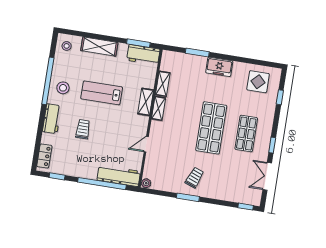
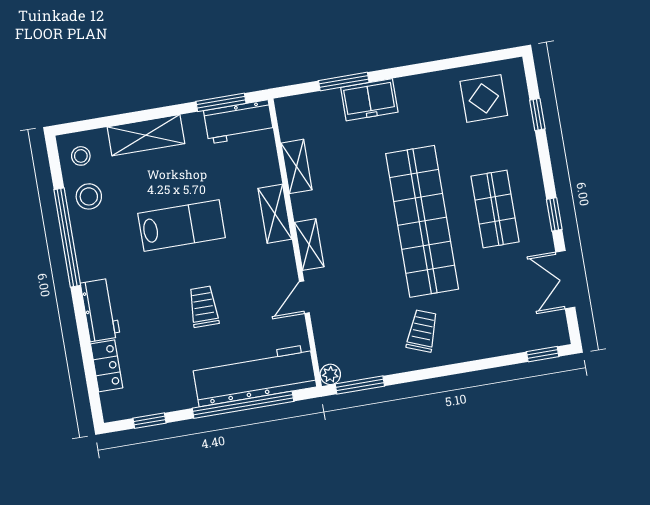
freezer: (219, 67) -> (369, 100), moved
stool: (63, 88) -> (89, 196), moved
lab bench: (102, 93) -> (182, 225), turned 180
shelving: (159, 108) -> (309, 245), moved
shop shelf: (211, 128) -> (422, 221), width x1.40
trolley: (83, 129) -> (204, 307), moved
locker: (44, 156) -> (107, 366), moved
workbench: (119, 176) -> (254, 375), width x1.36, depth x1.32
window: (188, 197) -> (360, 385), moved

